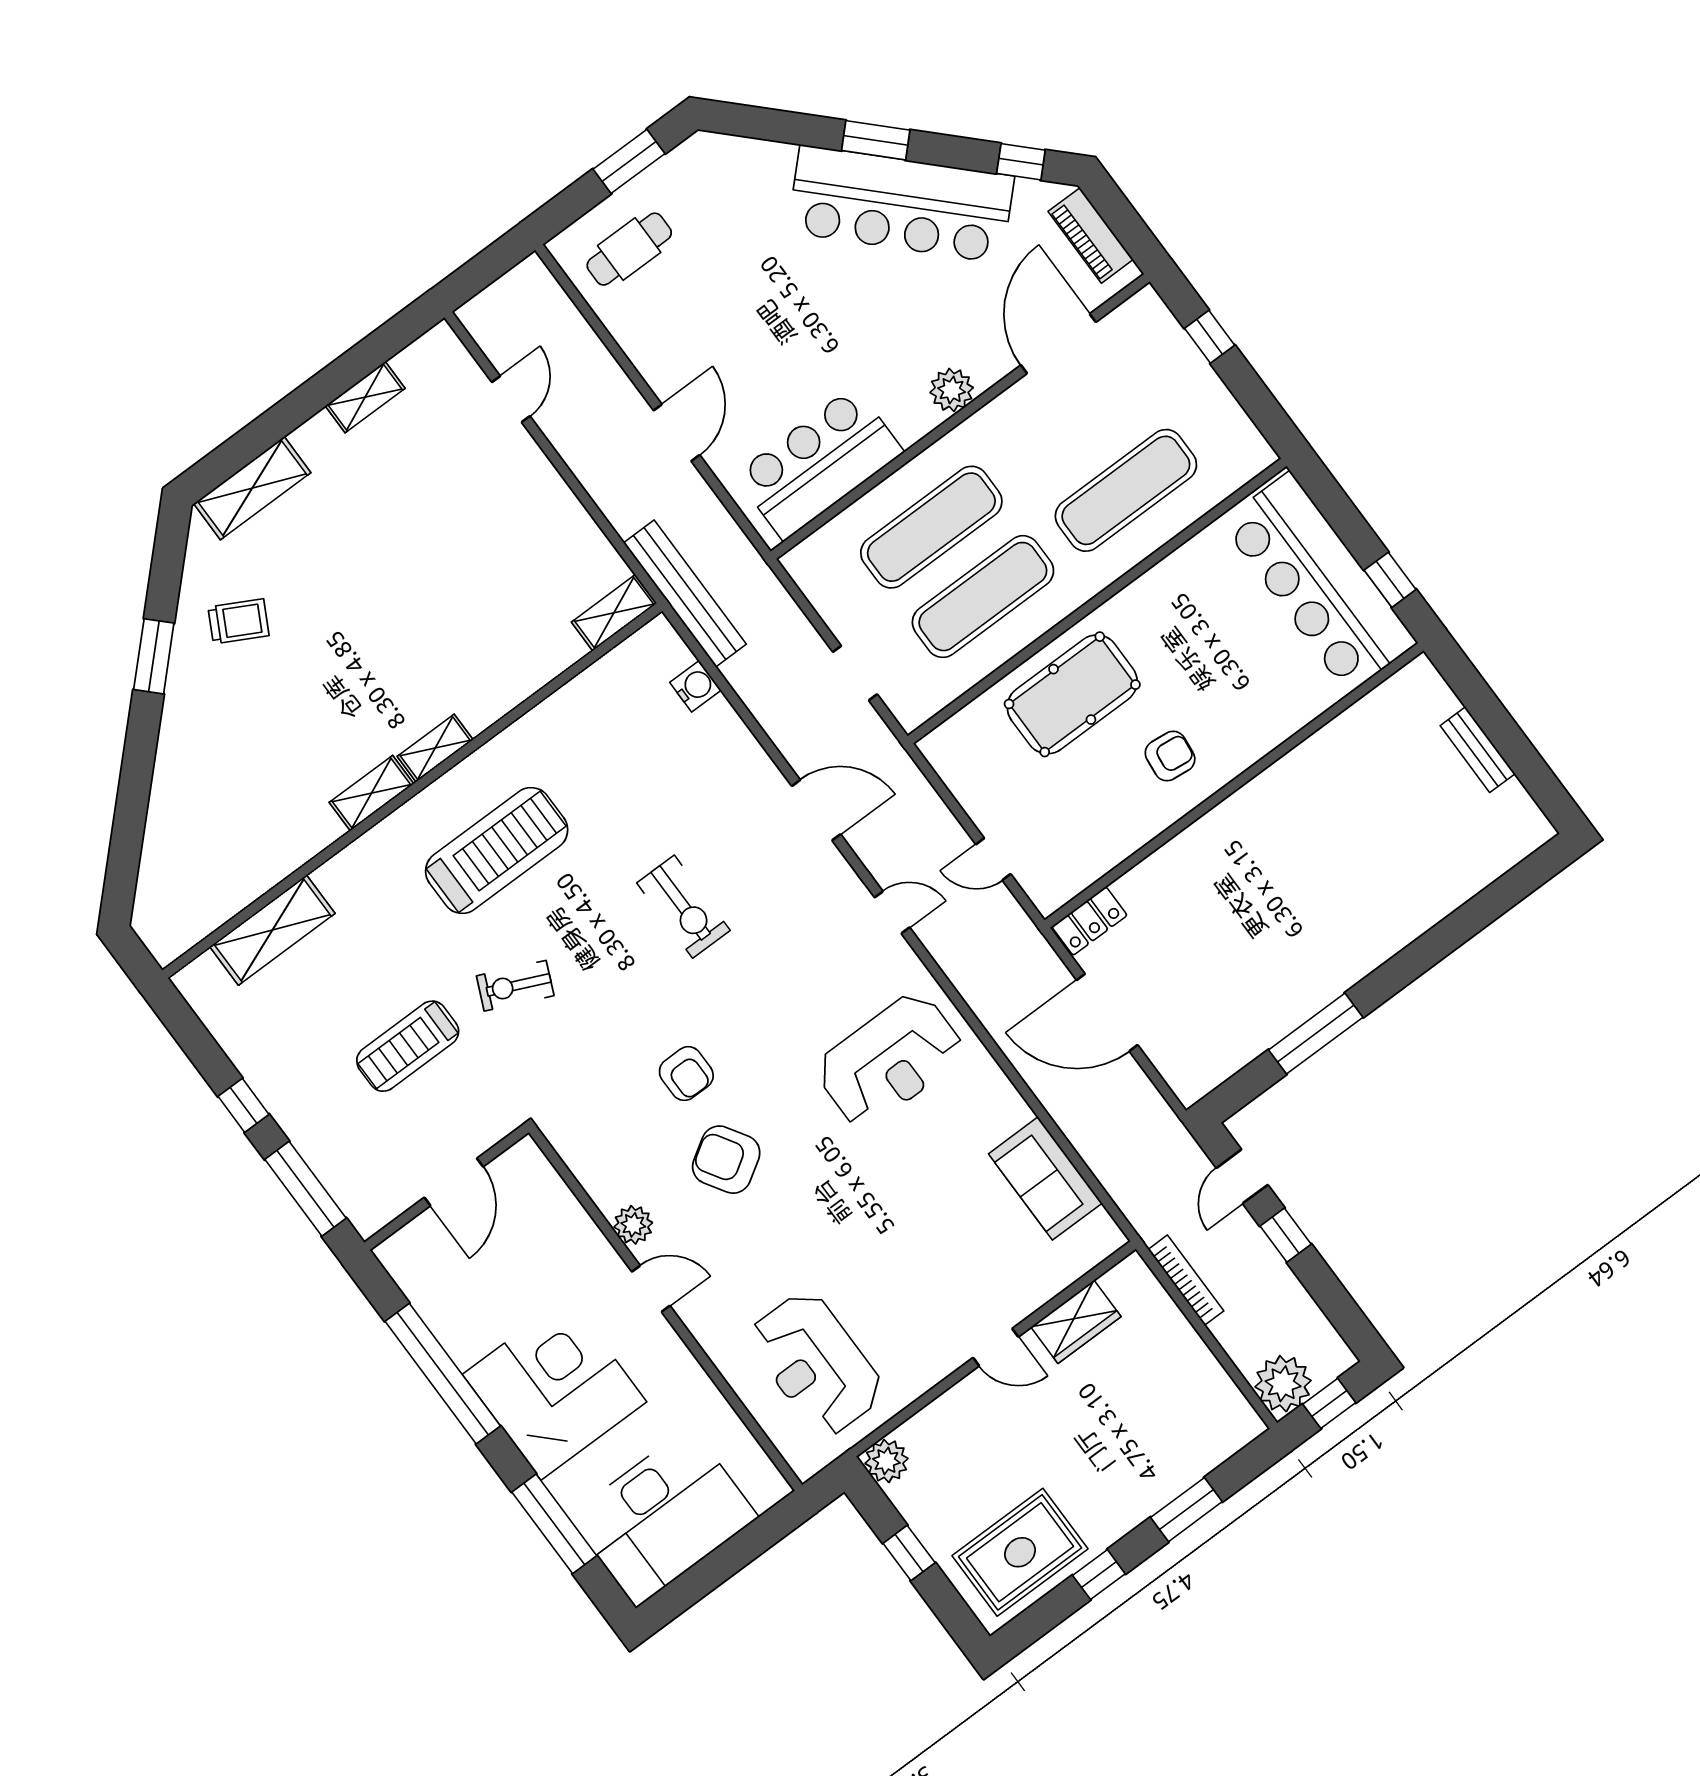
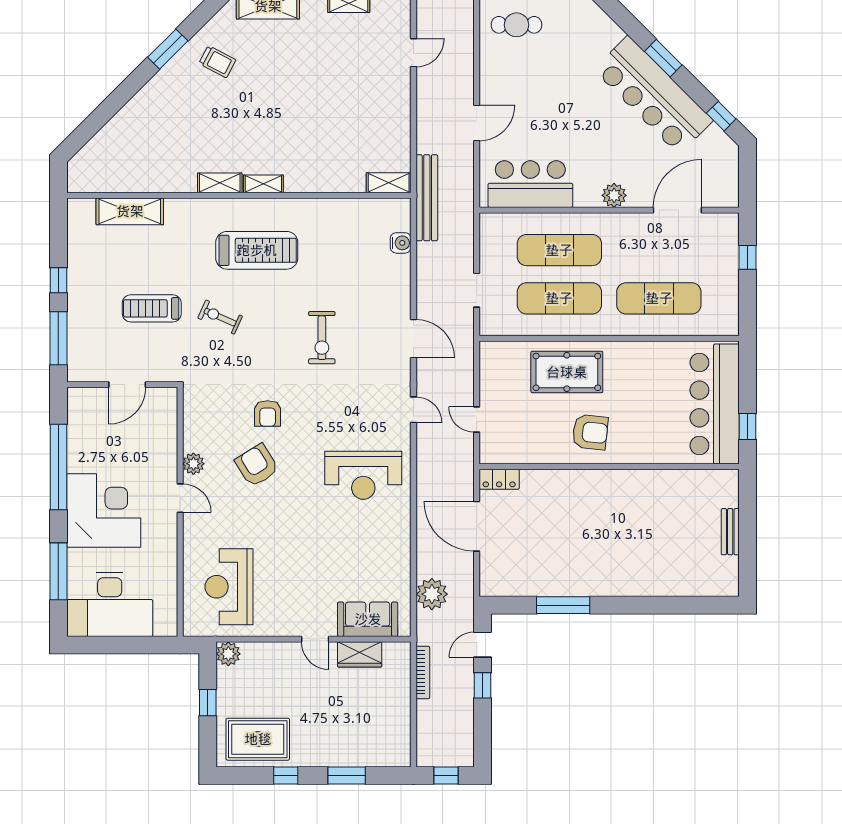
piano: (1091, 235) -> (728, 172), removed
armchair: (1170, 756) -> (590, 432), width x1.38, depth x1.38
sofa: (1045, 1178) -> (368, 619), moved, turned 90
plant: (1283, 1384) -> (432, 594), moved

